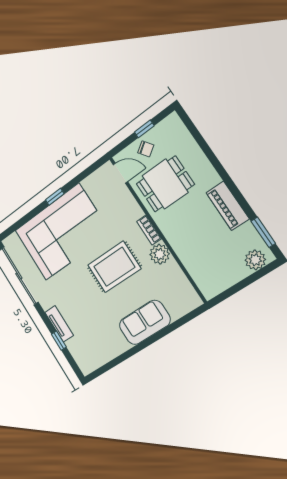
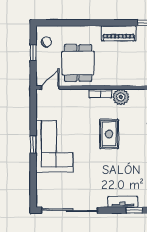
chair: (146, 149) -> (46, 42), moved
corner sofa: (62, 232) -> (54, 146), width x0.73, depth x0.74
rug: (114, 267) -> (109, 134), width x0.73, depth x0.70

